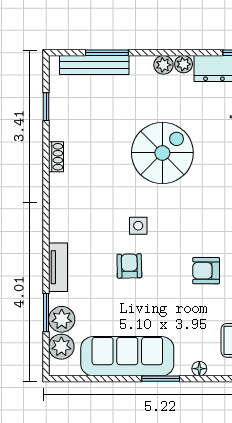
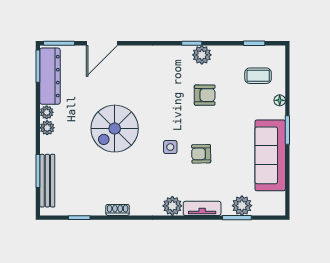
spiral stairs: (162, 153) -> (115, 129), turned -90
armchair: (206, 271) -> (205, 95), turned -90
plant: (61, 347) -> (172, 206), moved

